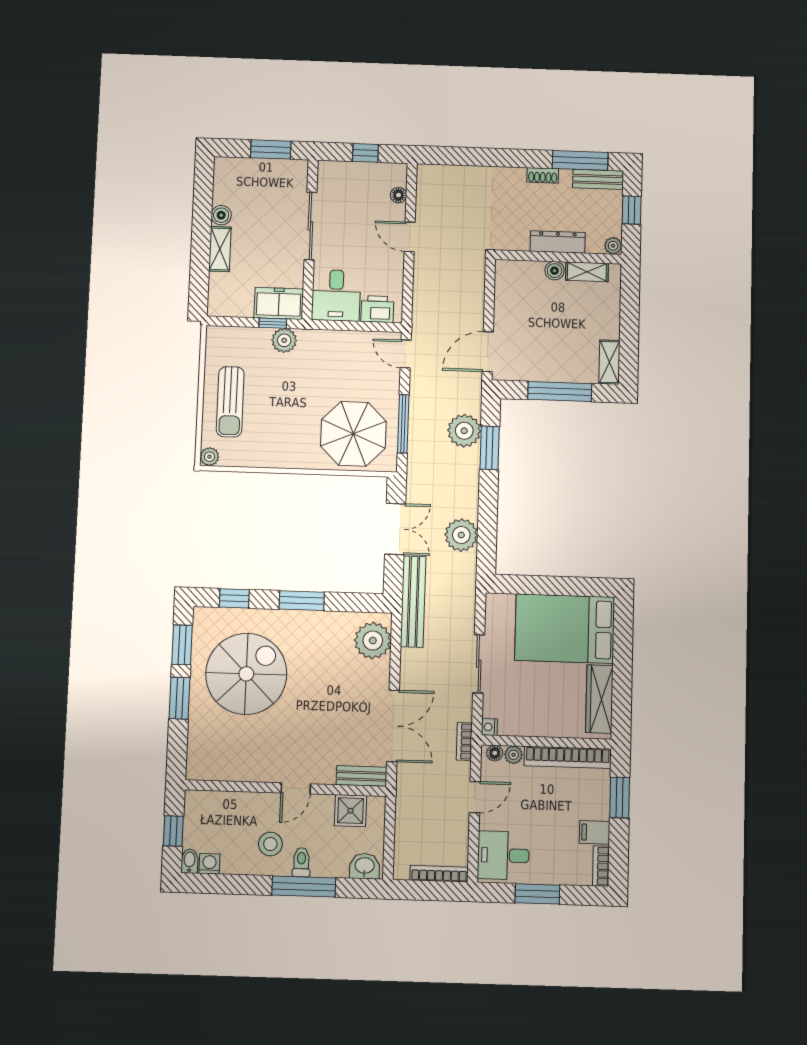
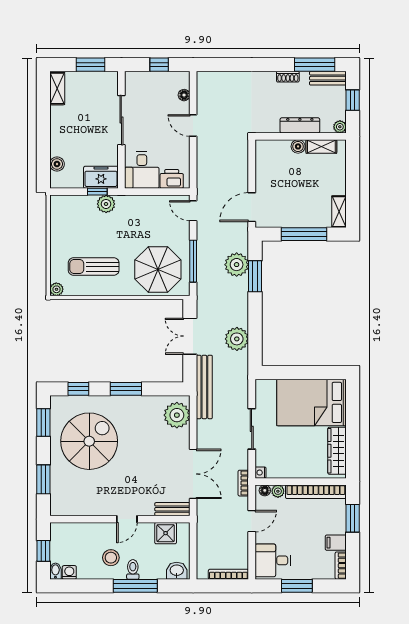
boiler: (221, 215) -> (57, 164), moved
shelving: (220, 249) -> (57, 88), moved
sun lounger: (230, 402) -> (94, 267), moved, turned 90
double door: (395, 529) -> (190, 336), swing flipped
window: (180, 698) -> (43, 479), moved

